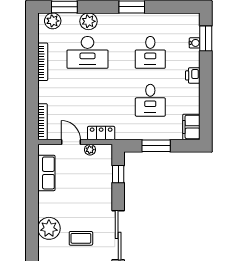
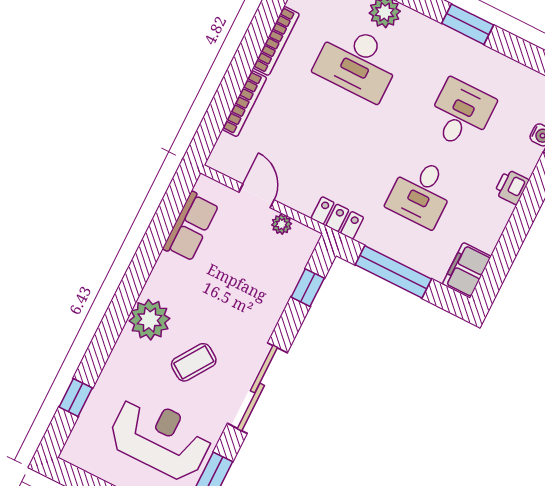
desk: (150, 52) -> (461, 114), turned 180
bookcase: (42, 122) -> (244, 104), moved
locker: (101, 133) -> (337, 218), moved
window: (156, 146) -> (393, 272), width x1.44
coffee table: (81, 238) -> (194, 362), turned -56

